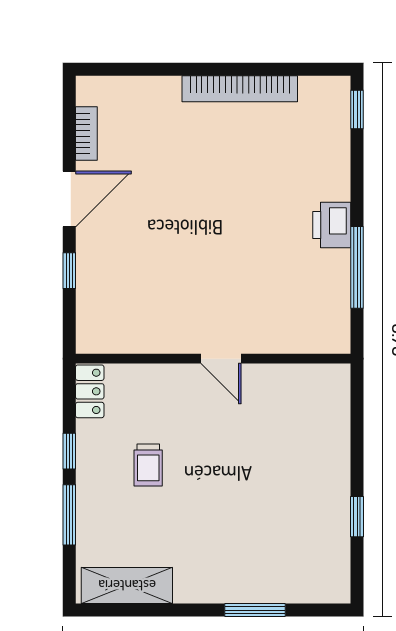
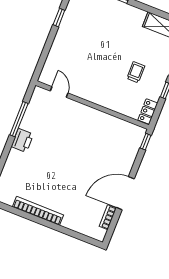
door: (69, 199) -> (125, 193), width x1.36
window: (69, 271) -> (146, 142), moved
door: (221, 359) -> (59, 92), moved

